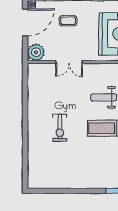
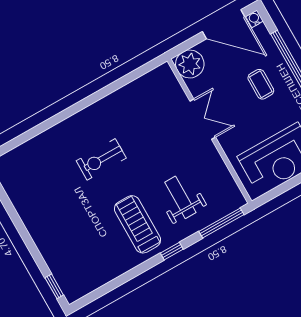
double door: (69, 62) -> (203, 119), swing flipped

